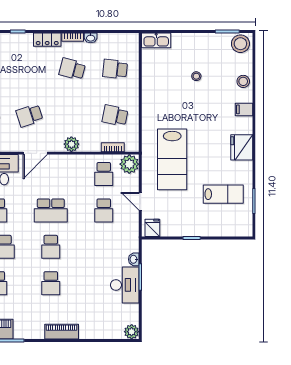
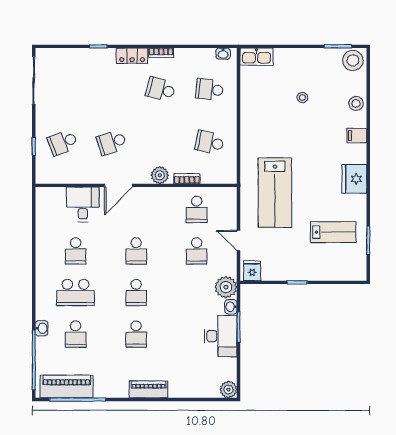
washbasin: (91, 38) -> (223, 54), moved
bookcase: (113, 147) -> (187, 179), moved
plant: (129, 164) -> (226, 287), moved
school desk: (51, 210) -> (136, 251), width x0.54

